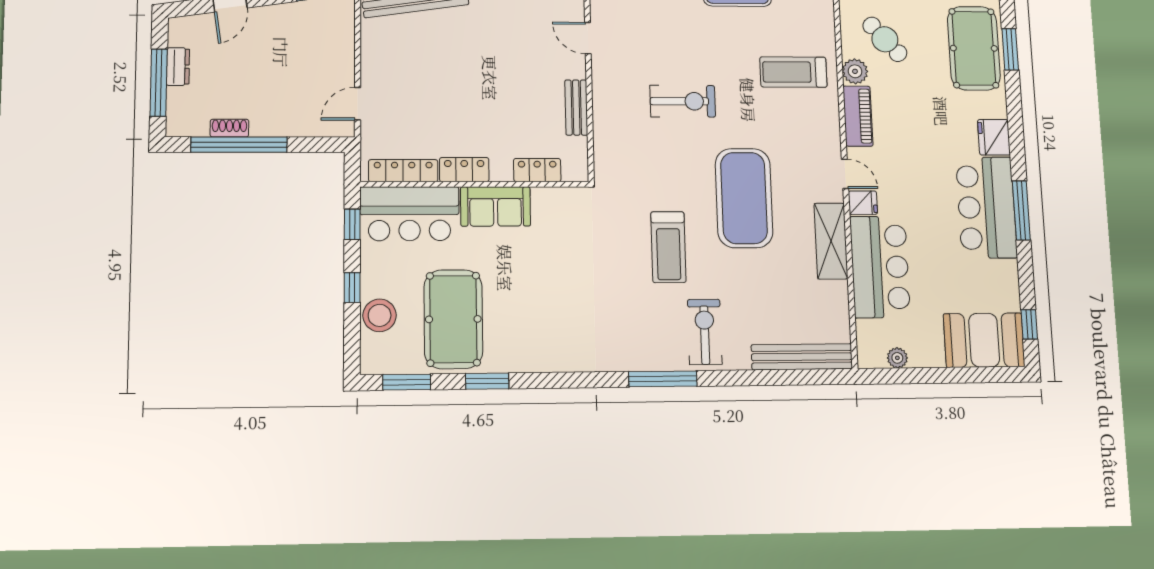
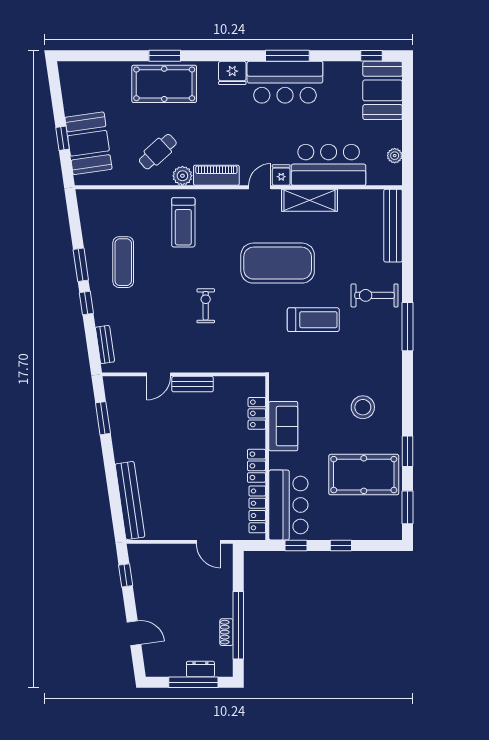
dresser: (178, 67) -> (200, 669), moved
exercise bike: (683, 101) -> (206, 306), width x0.73, depth x0.72
bench: (576, 108) -> (193, 384), moved
sofa: (496, 206) -> (283, 426), moved
stool: (380, 315) -> (363, 407), moved

